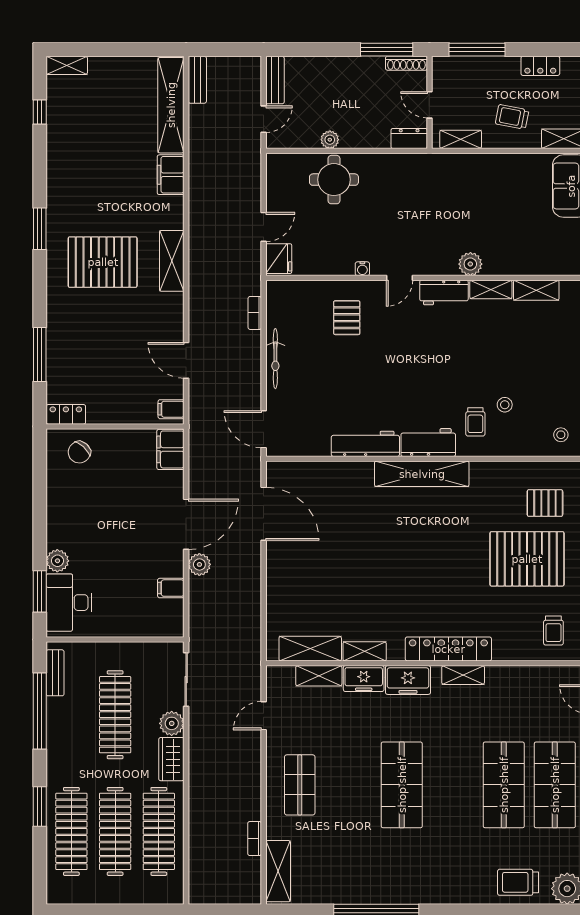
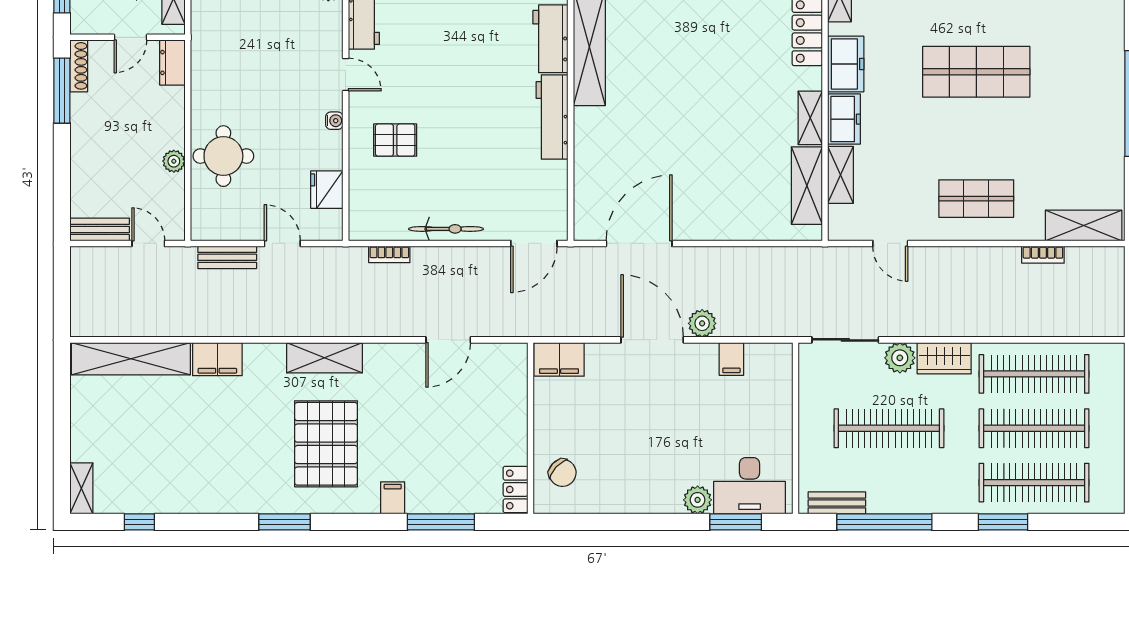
bench: (197, 80) -> (227, 257), moved
fridge: (279, 259) -> (327, 190), moved, turned -90
filing cabinet: (171, 409) -> (393, 498), moved, turned 180

